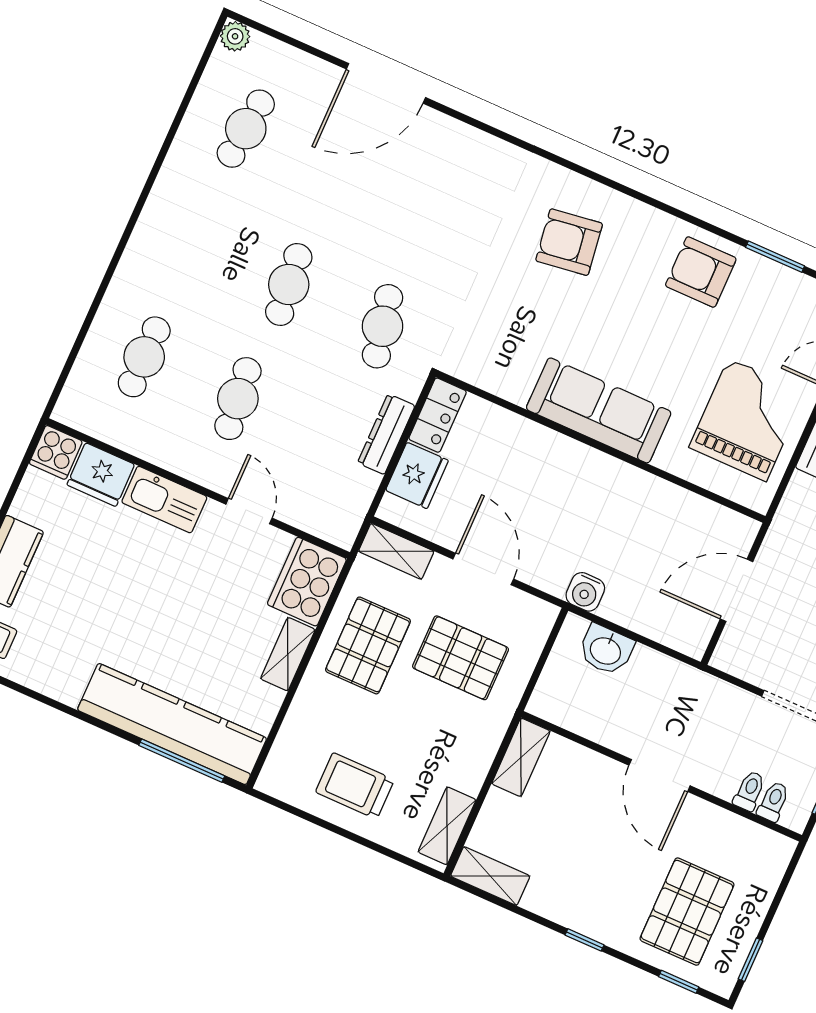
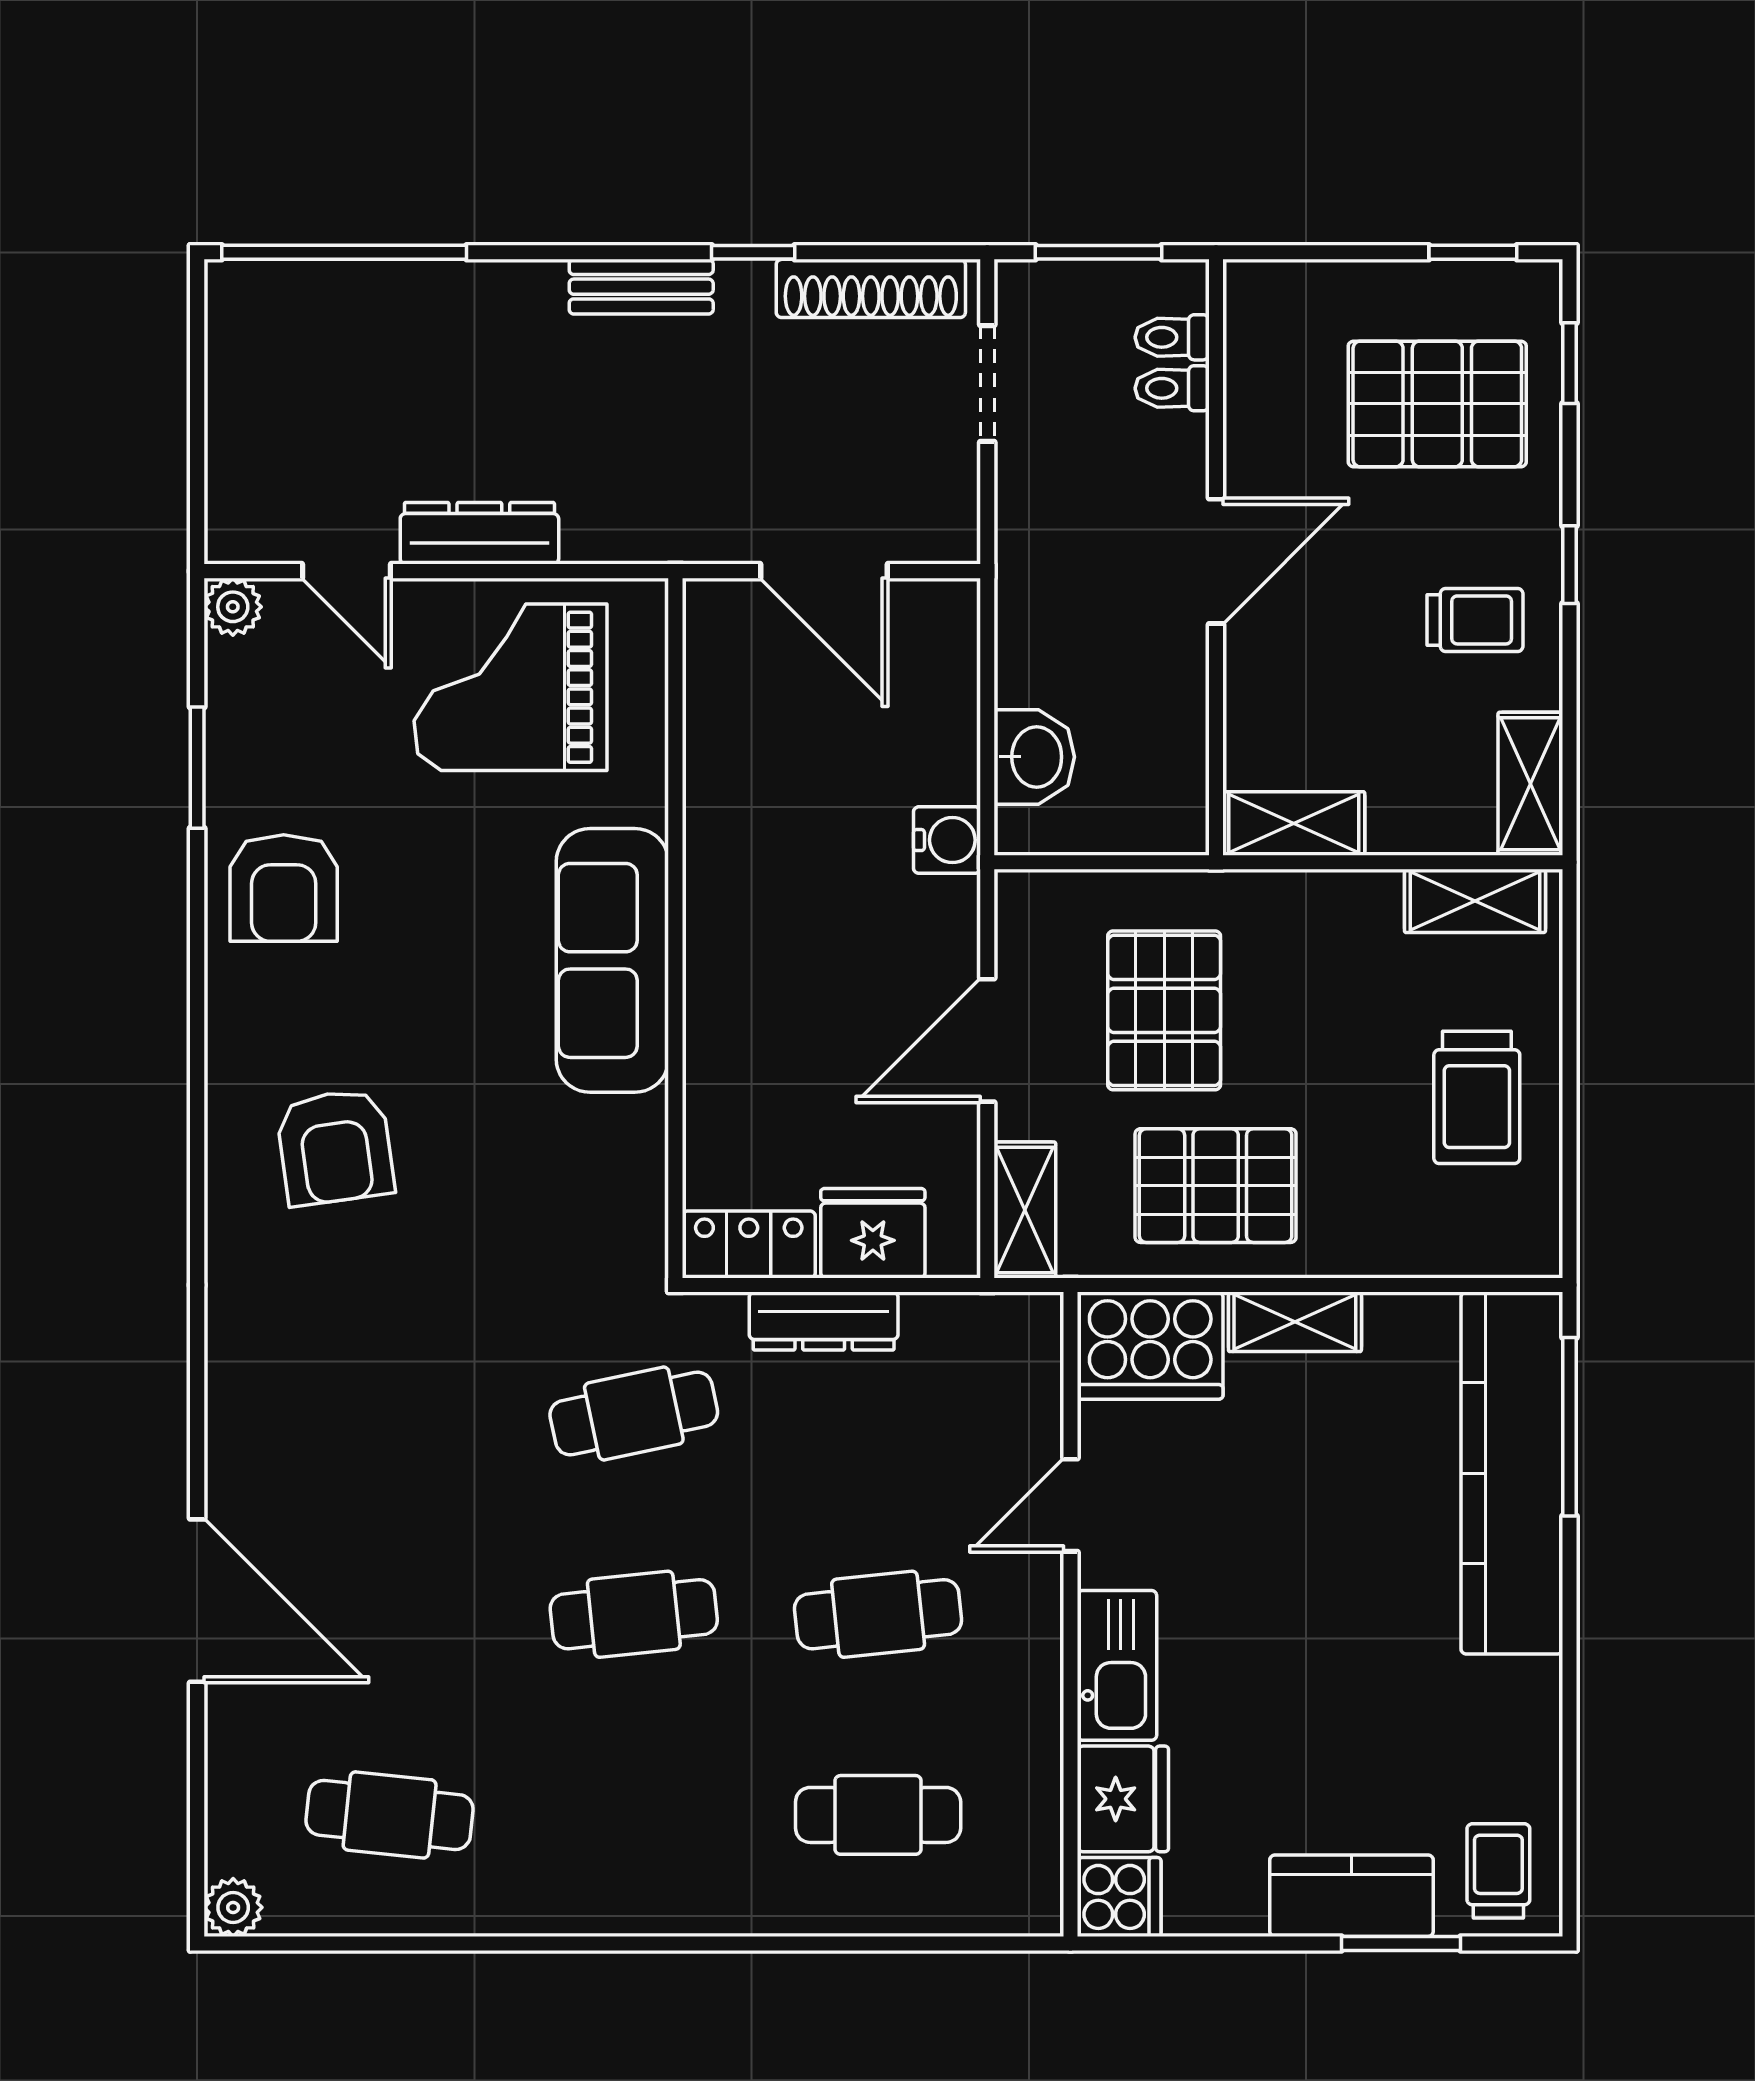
trolley: (578, 884) -> (1475, 620), added

